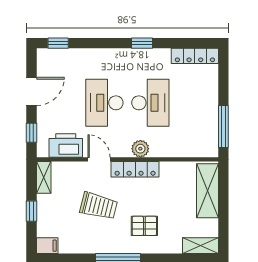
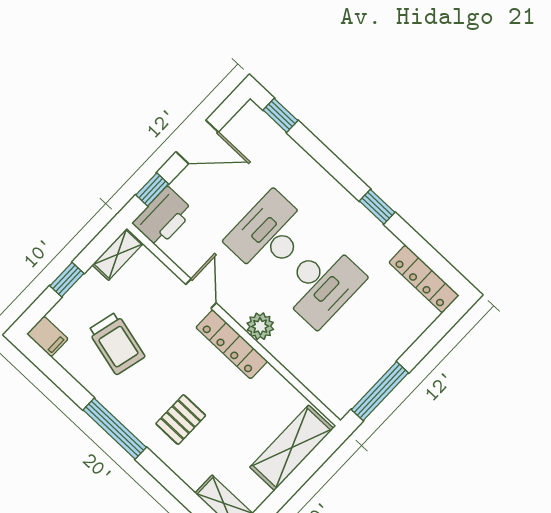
printer: (66, 145) -> (163, 217), moved, turned 90
trolley: (99, 206) -> (116, 343), moved
pallet: (144, 226) -> (181, 420), turned 90

